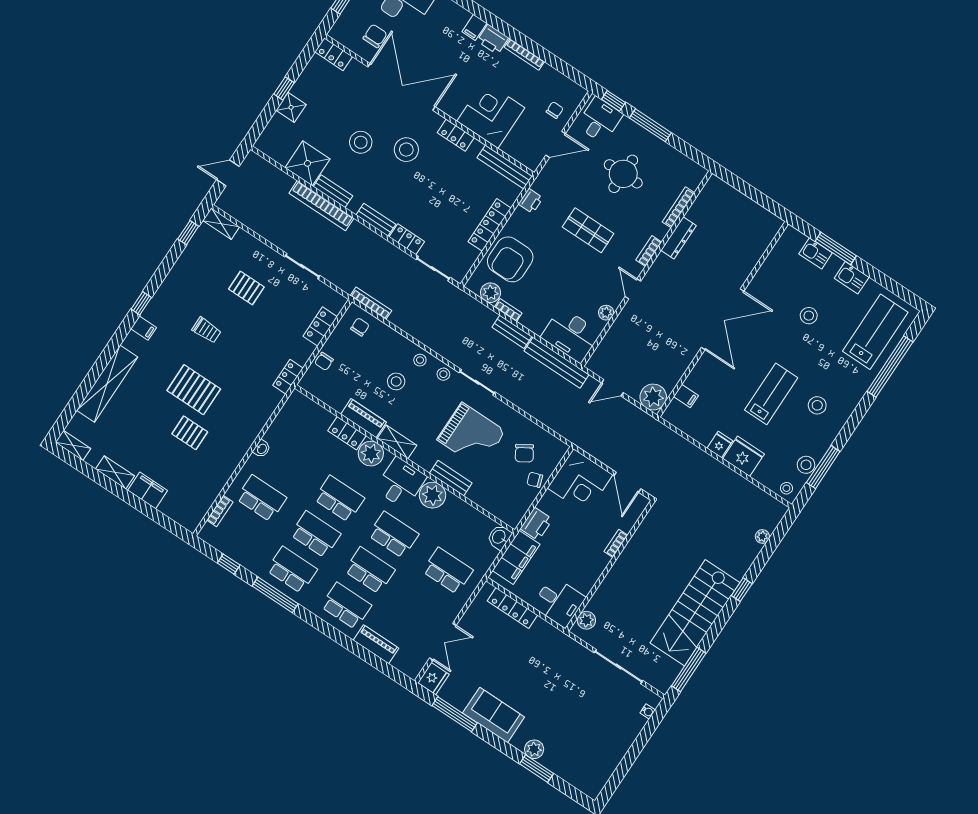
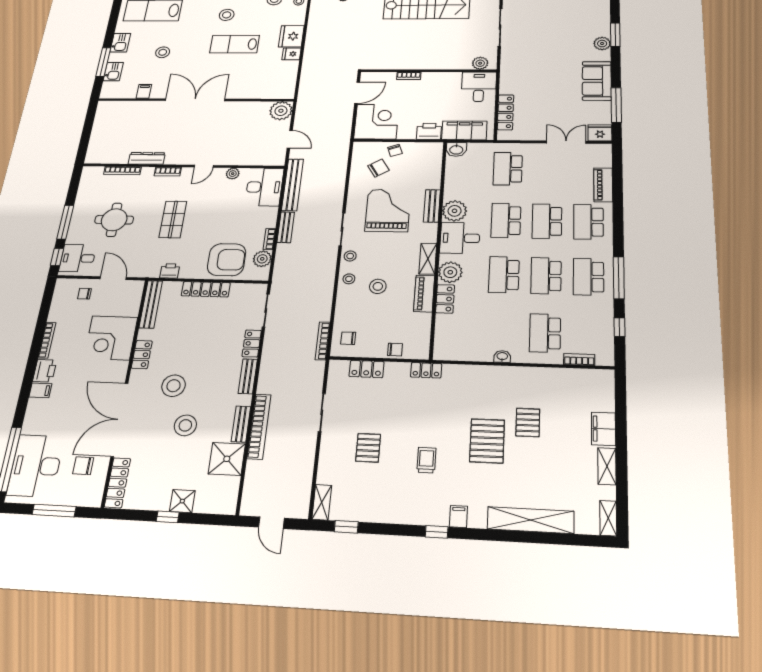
locker: (334, 54) -> (117, 483), width x1.53
filing cabinet: (686, 396) -> (144, 91), moved

